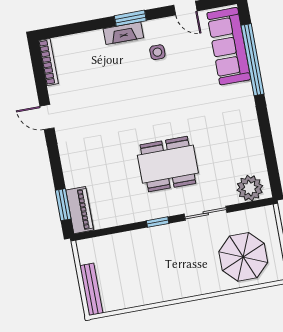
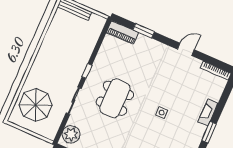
fireplace: (123, 33) -> (208, 113), moved
side table: (157, 52) -> (162, 113), moved
window: (63, 205) -> (144, 31), moved

